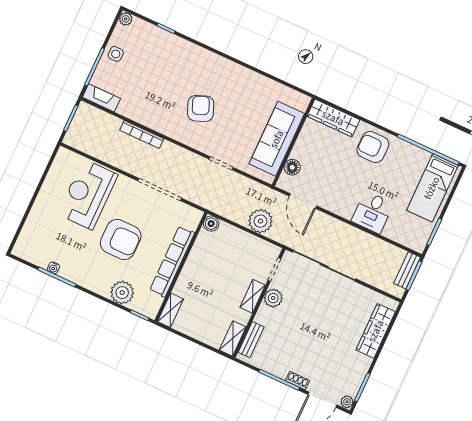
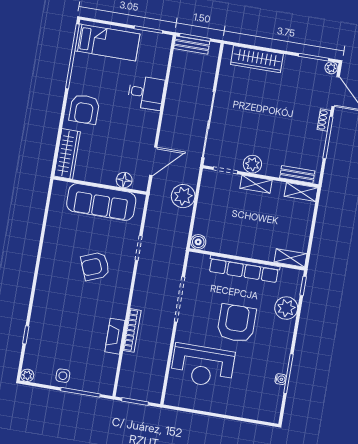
fireplace: (101, 98) -> (115, 336), moved
armchair: (201, 108) -> (95, 266), moved

